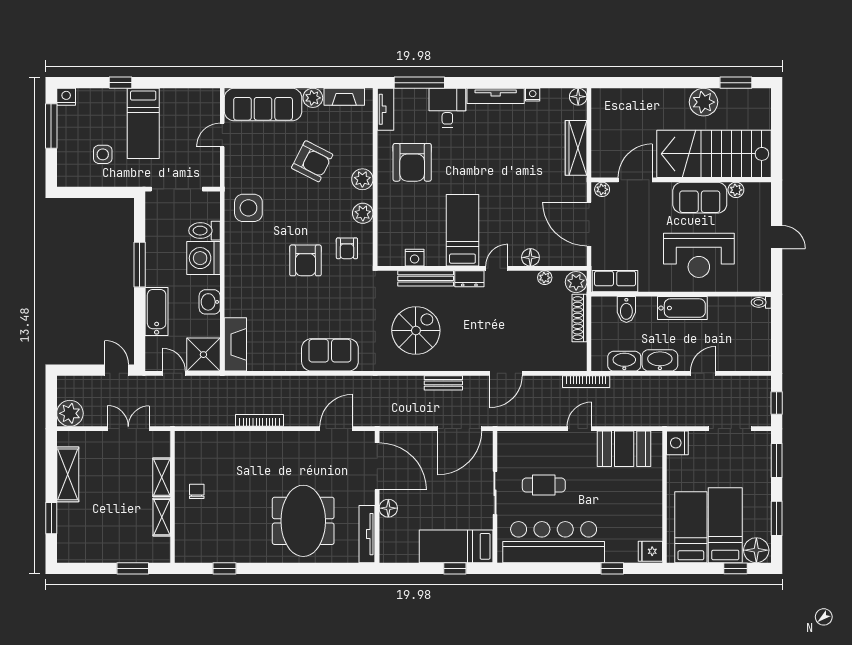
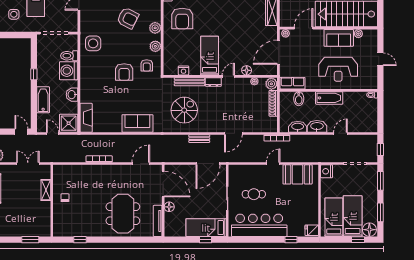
door: (589, 224) -> (278, 52), hinge flipped
window: (140, 265) -> (34, 74), width x0.46
shelving: (162, 517) -> (46, 212), removed

